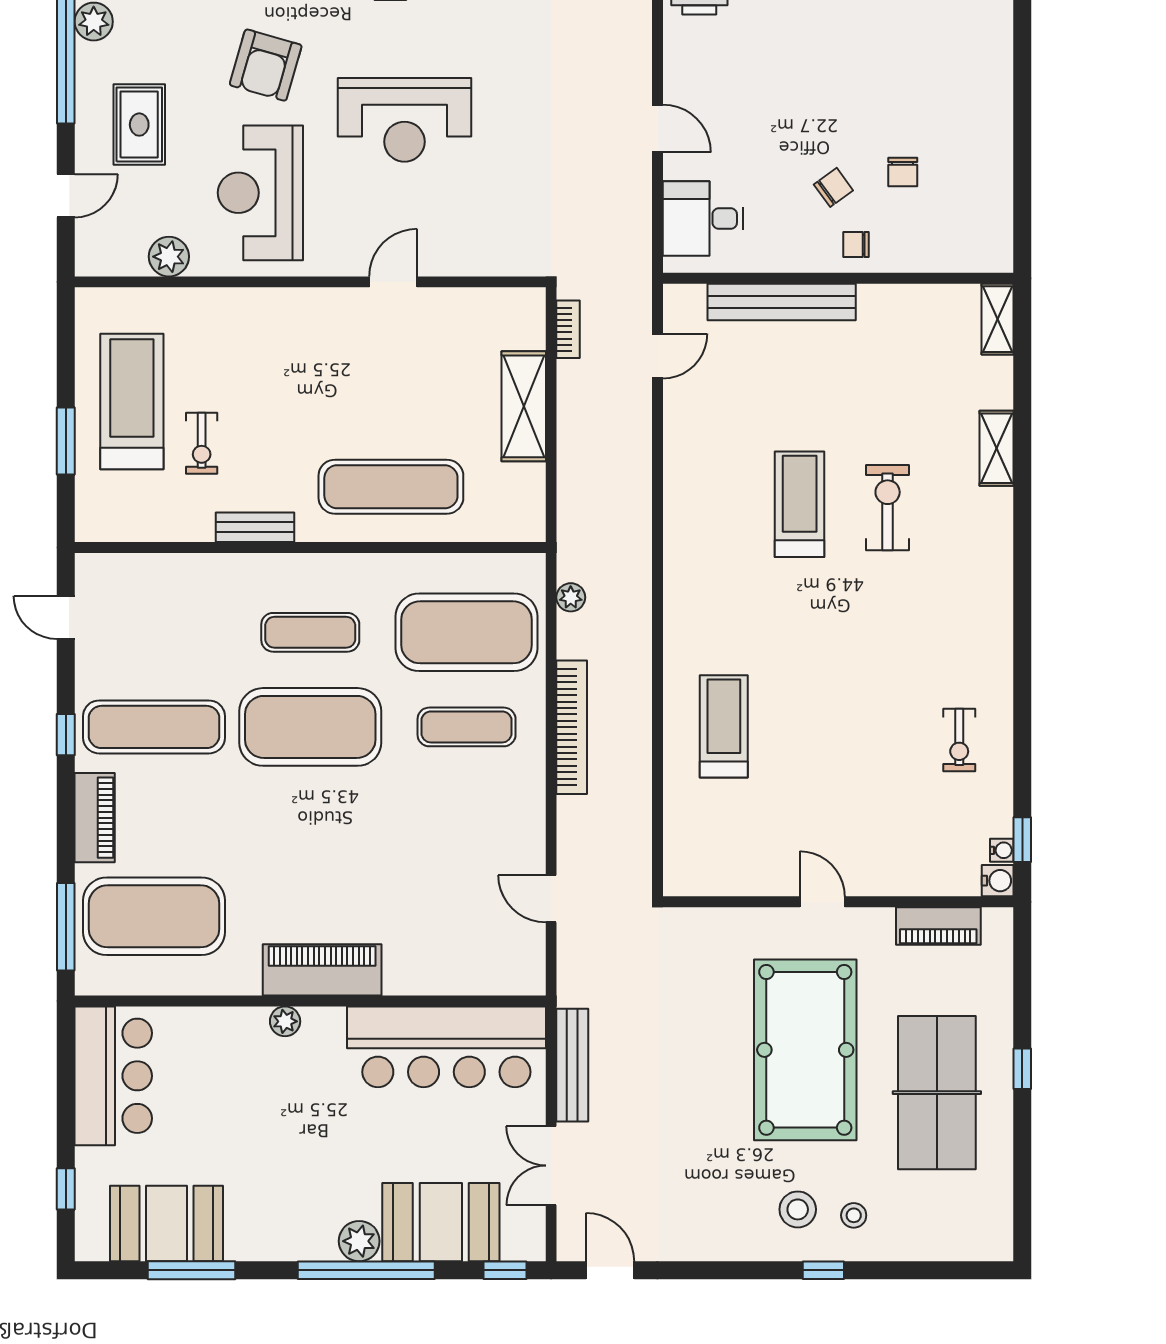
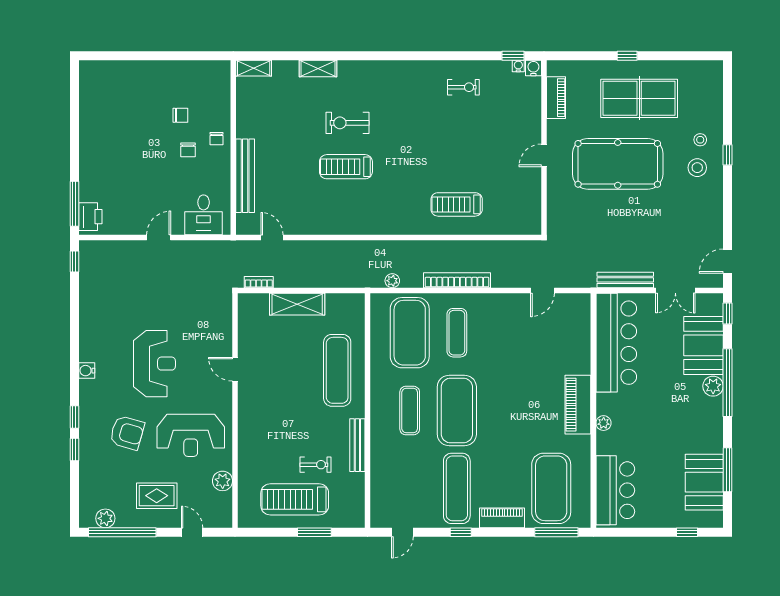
chair: (833, 187) -> (188, 150), turned -144
bench: (255, 527) -> (357, 445), width x1.36
bar counter: (113, 1076) -> (615, 490), moved, turned 90

